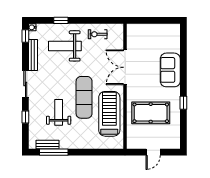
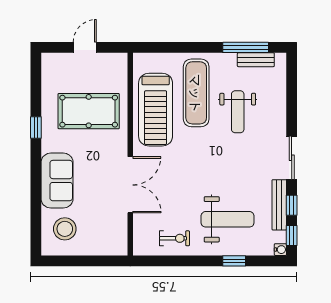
stool: (165, 40) -> (65, 229), added
exercise mat: (84, 97) -> (196, 93), moved
window: (25, 117) -> (292, 205), moved

